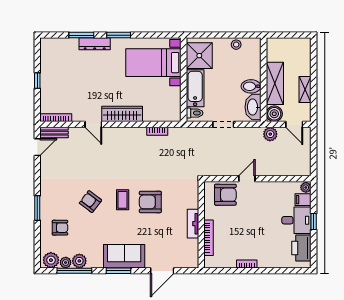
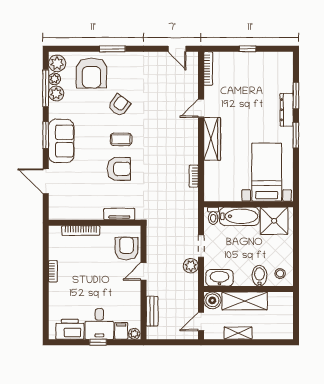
stool: (236, 45) -> (280, 274), moved
bidet: (251, 86) -> (259, 276), moved
bench: (54, 133) -> (152, 311), moved
plant: (270, 134) -> (191, 266), moved
door: (247, 179) -> (143, 271), swing flipped
armchair: (225, 195) -> (126, 248), turned 180
armchair: (150, 202) -> (119, 169), turned 90
tv unit: (193, 224) -> (119, 214), moved
armchair: (60, 228) -> (91, 73), width x1.88, depth x1.88

